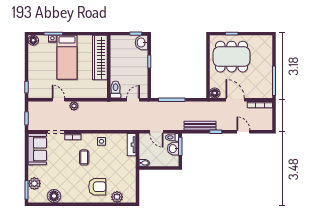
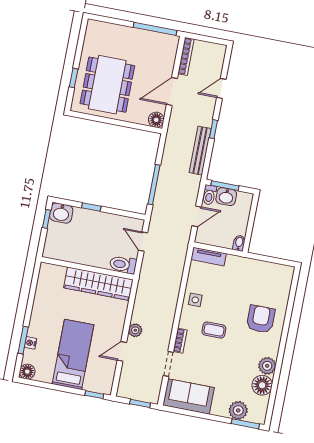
bed: (67, 57) -> (73, 354), moved, turned -90
wardrobe: (100, 58) -> (98, 284), moved
plant: (117, 197) -> (267, 366), moved

